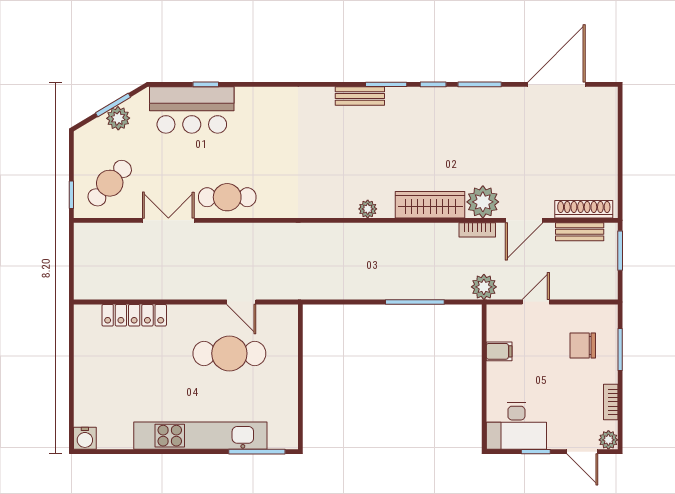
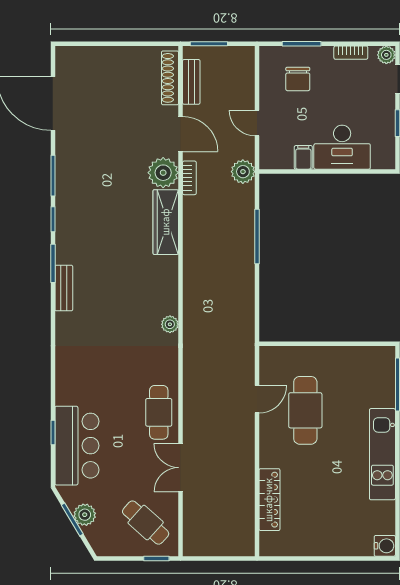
plant: (368, 209) -> (170, 324), moved
desk: (516, 426) -> (342, 147), moved, turned 90
kitchen unit: (200, 436) -> (382, 454), width x0.73

